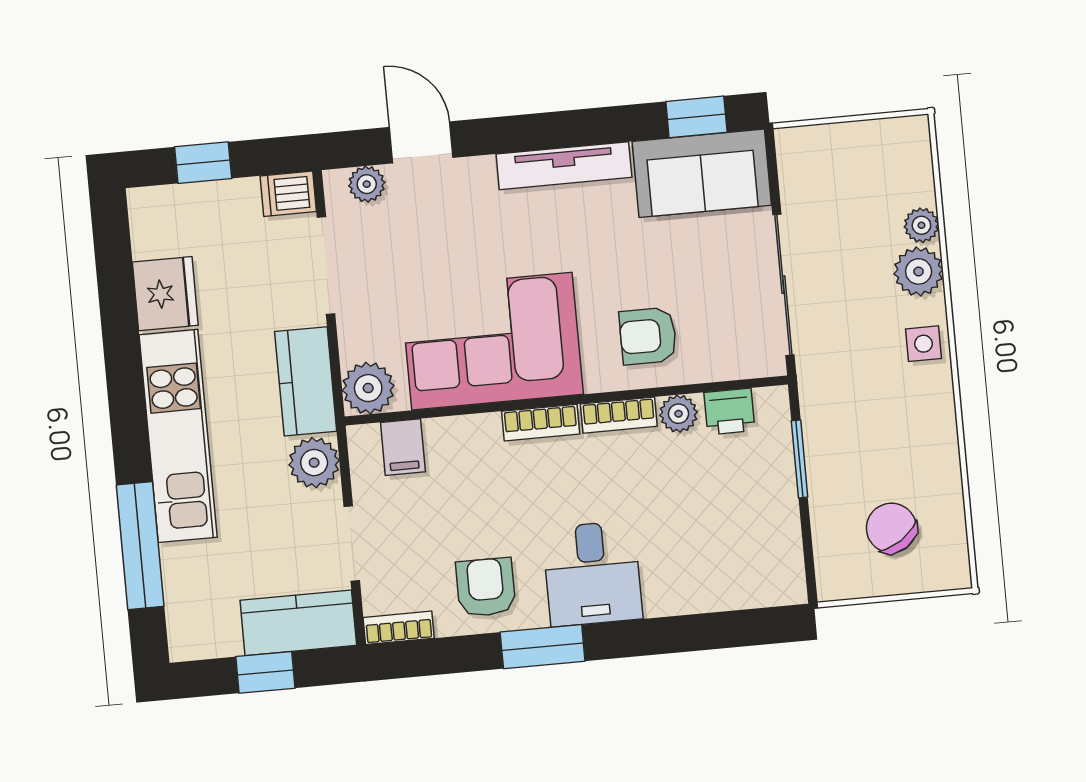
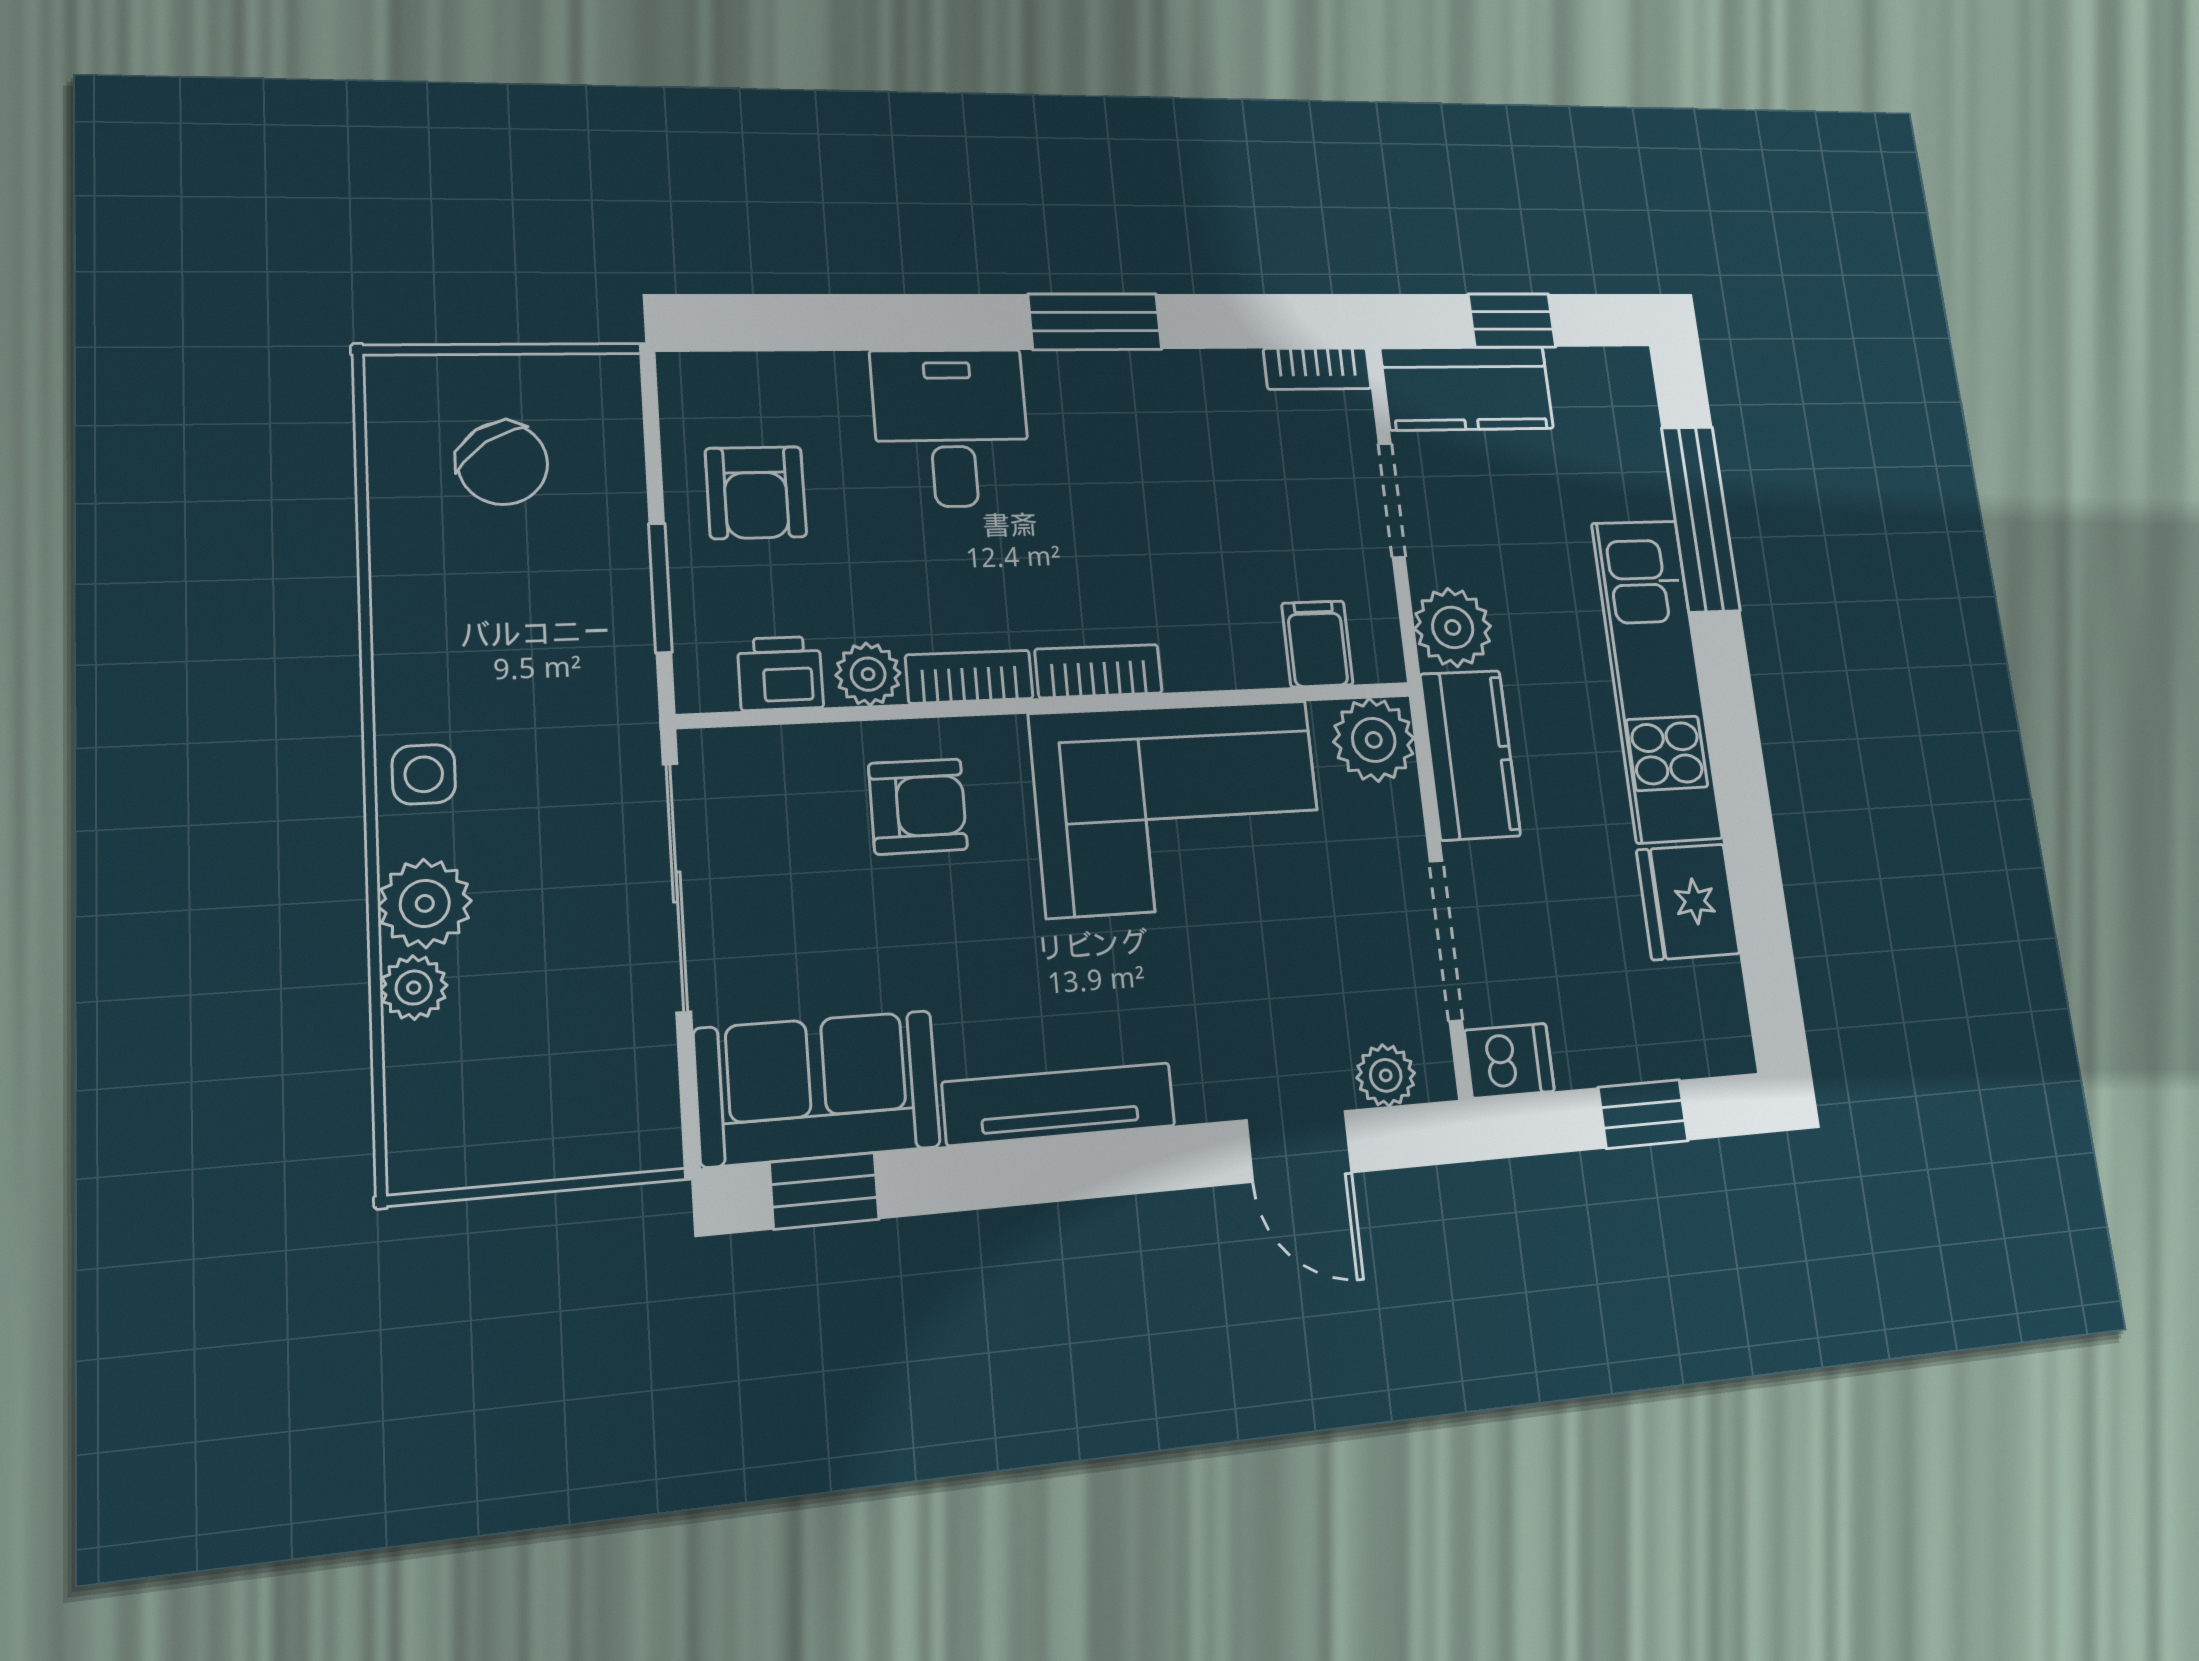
desk: (592, 574) -> (951, 428), moved
armchair: (486, 587) -> (756, 493), moved

